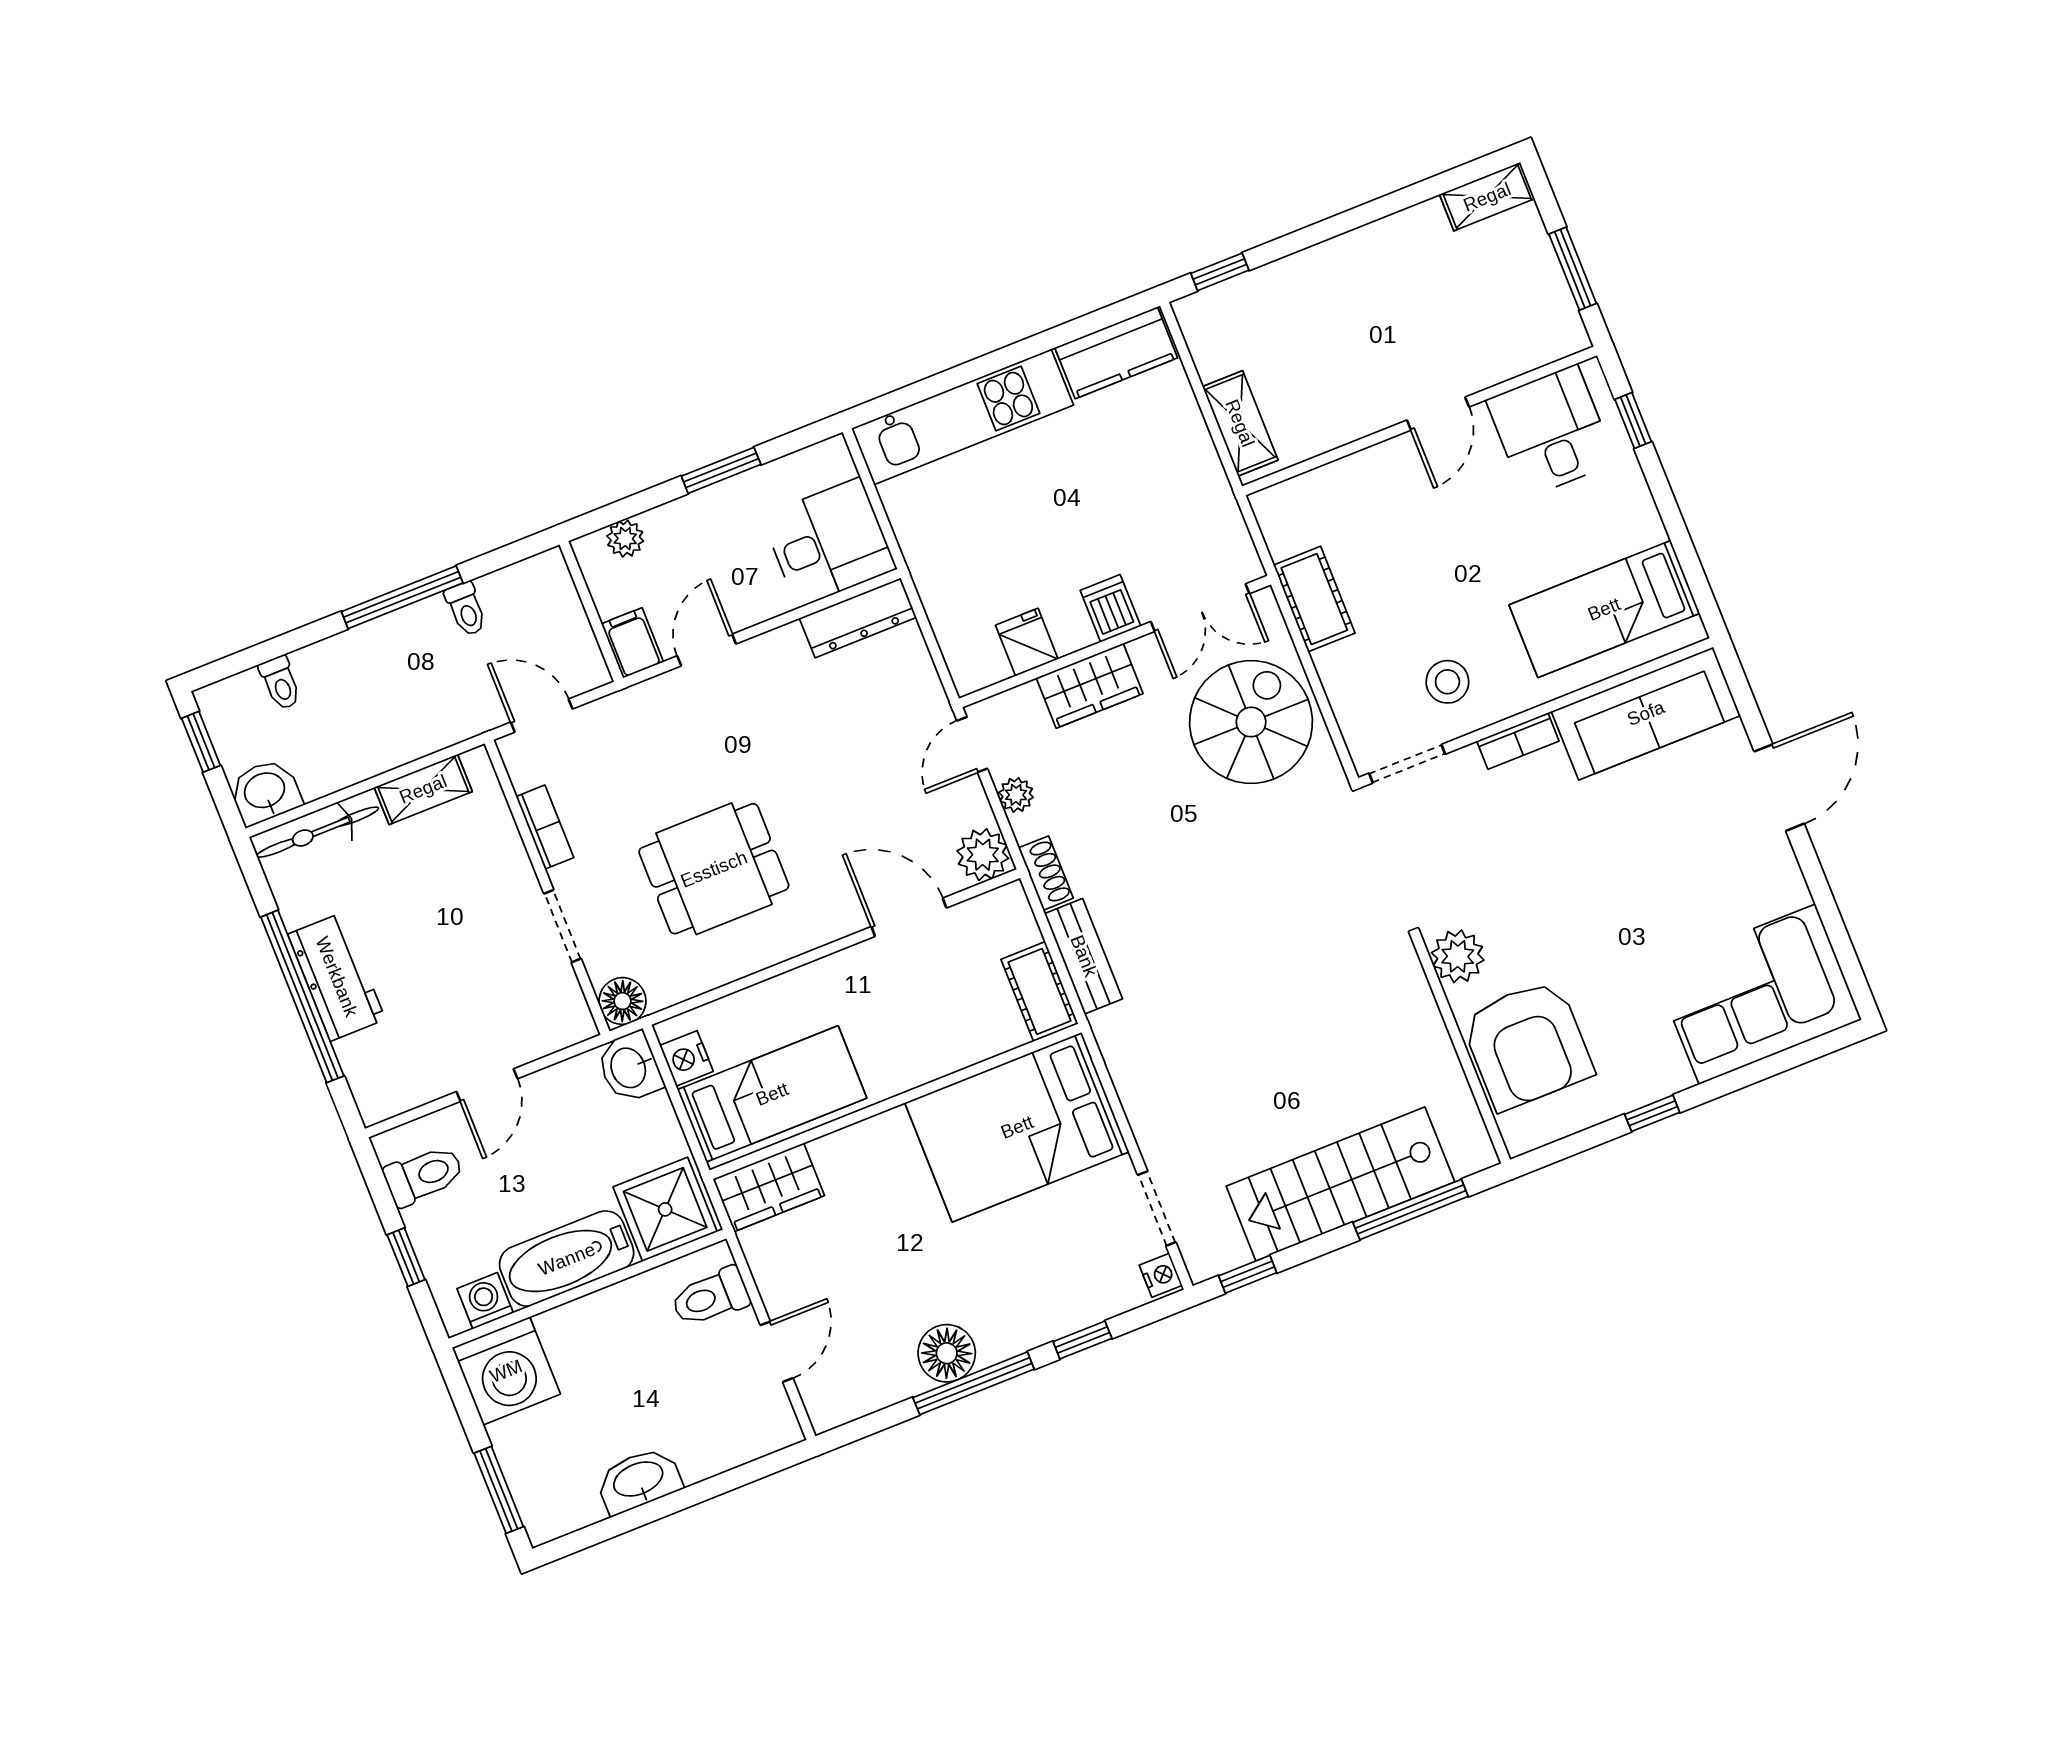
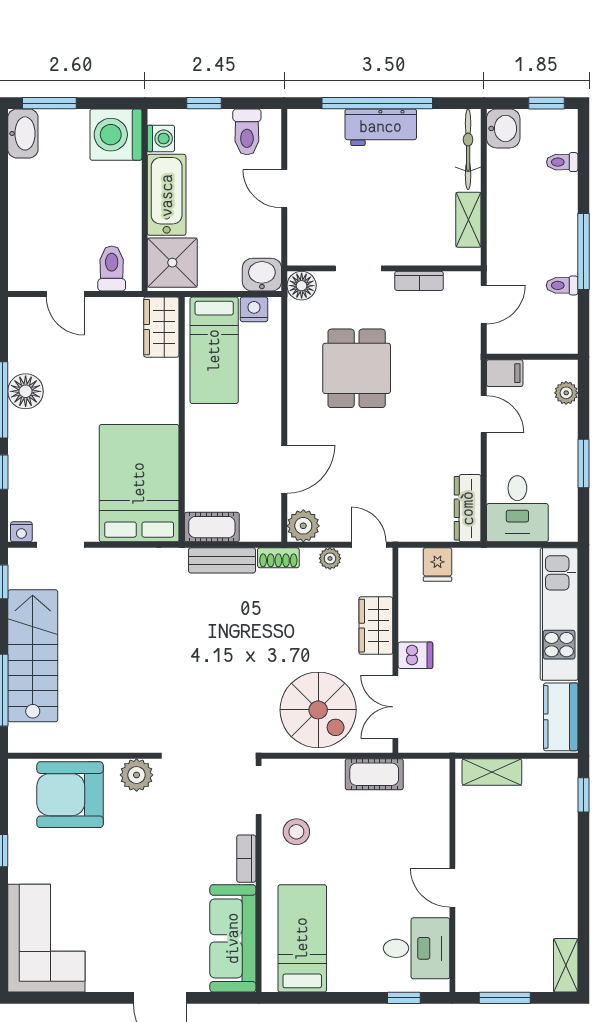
fridge: (1027, 642) -> (437, 565), moved, turned 90
washbasin: (639, 1480) -> (23, 133), moved

